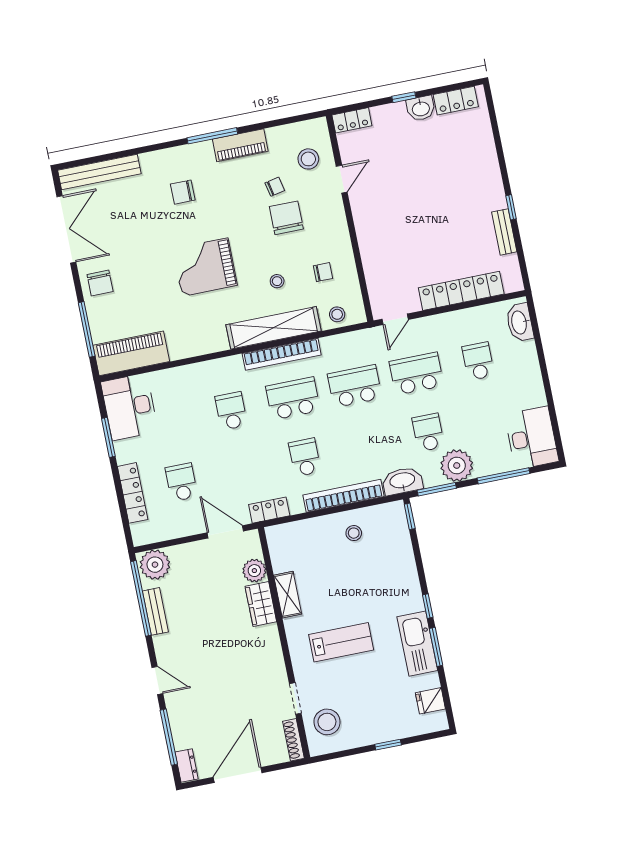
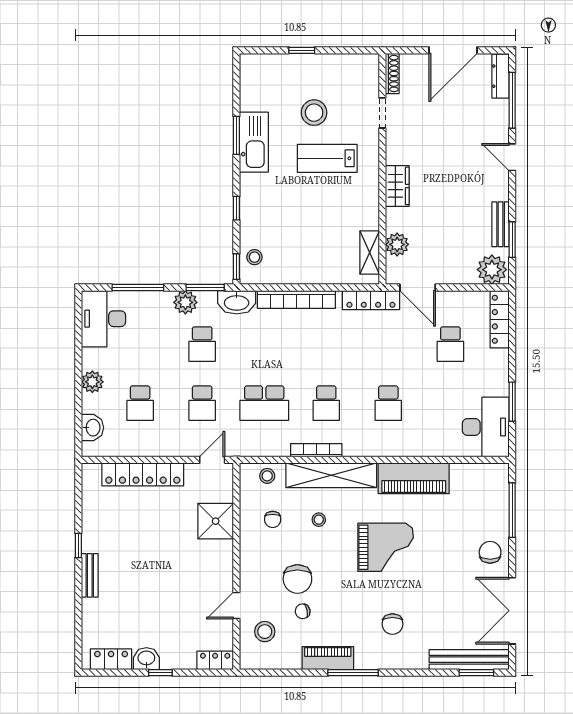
window: (90, 161) -> (476, 673), added
chair: (183, 192) -> (392, 624), turned 90
bench: (504, 232) -> (90, 575), moved
shower: (379, 259) -> (216, 521), added
chair: (323, 272) -> (273, 519), turned -90
washbasin: (520, 322) -> (92, 428), width x0.72
piano: (131, 353) -> (414, 478), moved
bookcase: (282, 354) -> (316, 450), width x0.68, depth x0.76
plant: (530, 373) -> (92, 382), added
school desk: (416, 374) -> (202, 403), width x0.54
school desk: (293, 398) -> (326, 403), width x0.54
school desk: (305, 457) -> (326, 344), removed
plant: (457, 465) -> (185, 302), width x0.73, depth x0.73
locker: (133, 493) -> (500, 319), moved
locker: (269, 510) -> (371, 300), width x1.53
stool: (354, 533) -> (254, 257), moved
shelving: (288, 595) -> (370, 253), moved
window: (141, 598) -> (512, 240), width x0.47
wardrobe: (261, 604) -> (397, 186), moved
window: (428, 606) -> (236, 208), moved
fridge: (430, 701) -> (252, 84), removed
stool: (327, 722) -> (314, 113), moved
dresser: (187, 765) -> (500, 76), width x1.44

